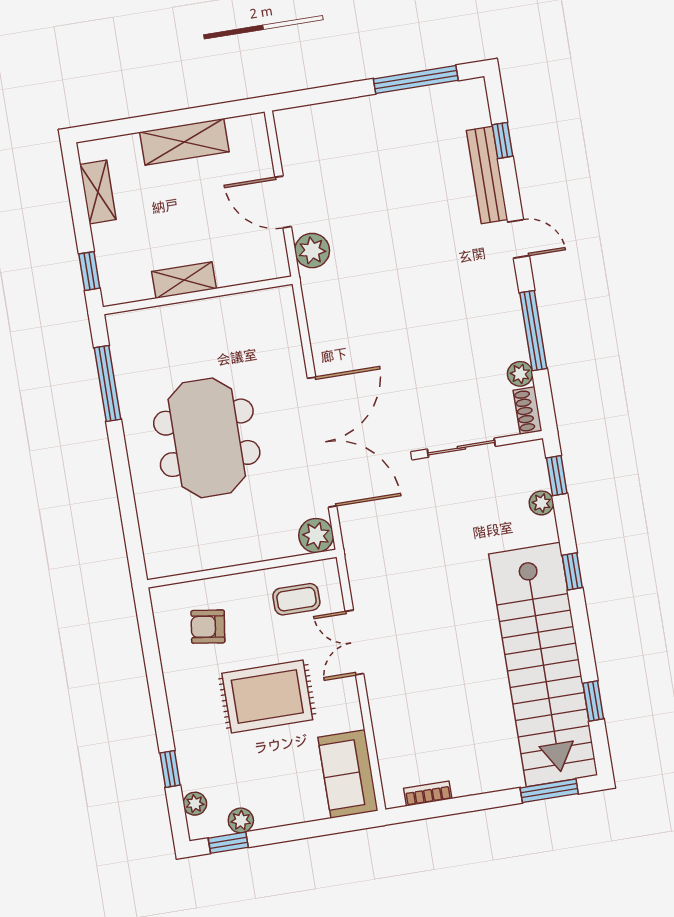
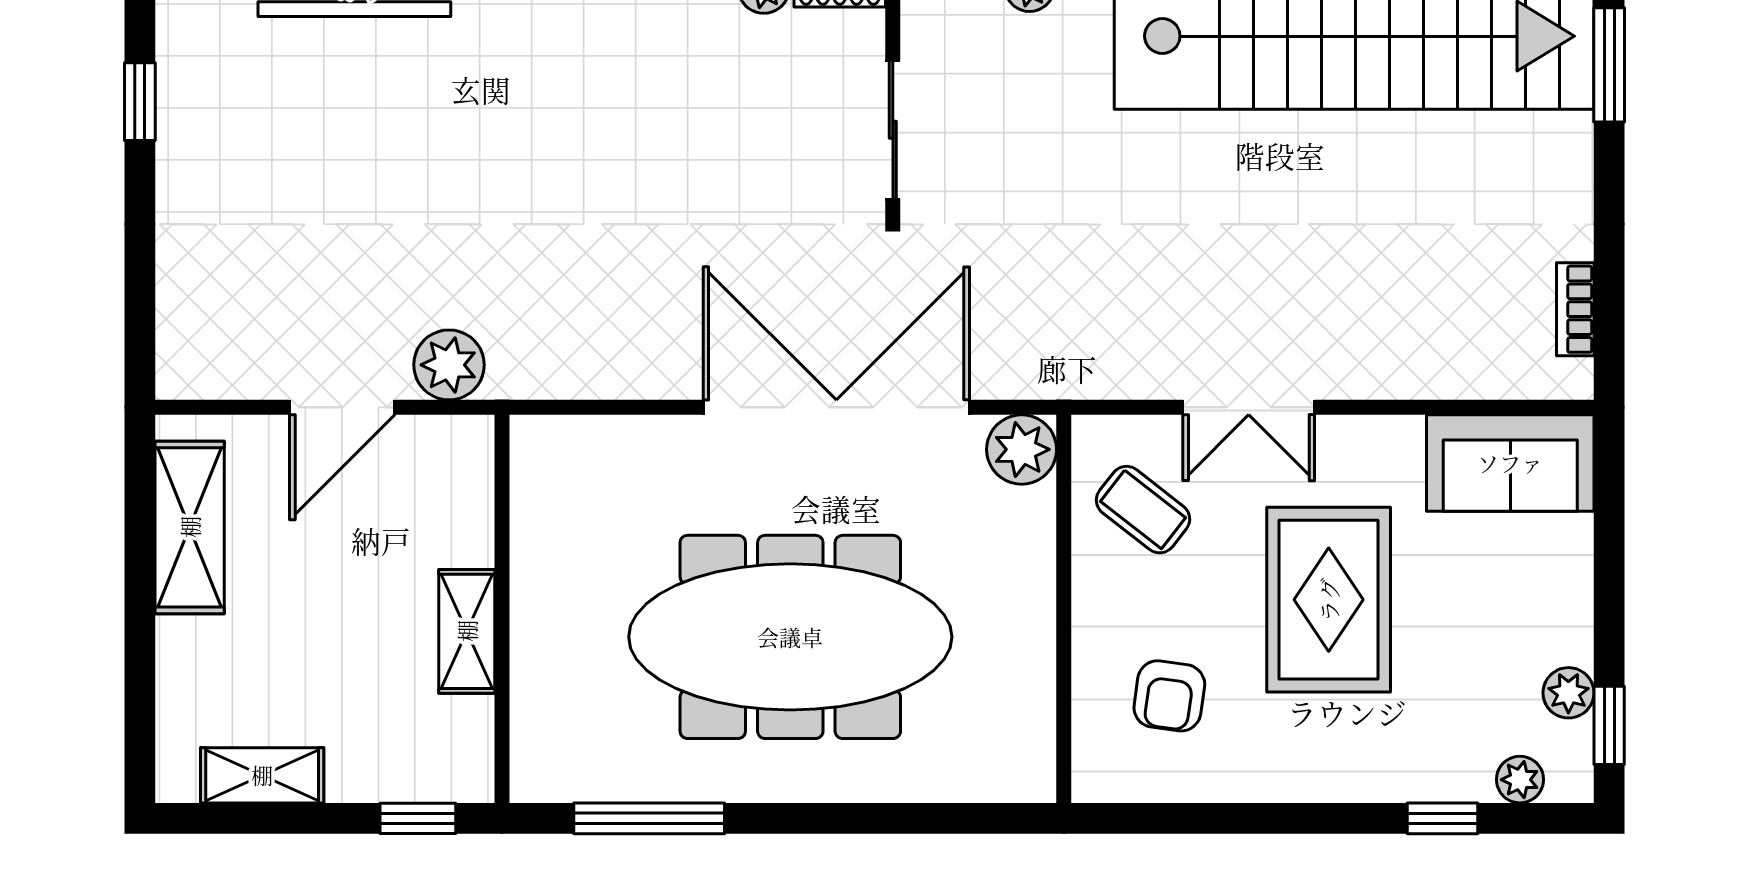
window: (416, 80) -> (140, 102), width x0.46
shelving: (184, 142) -> (190, 527), moved
meeting table: (207, 438) -> (790, 637), width x1.36
coffee table: (296, 599) -> (1143, 510), turned -52

